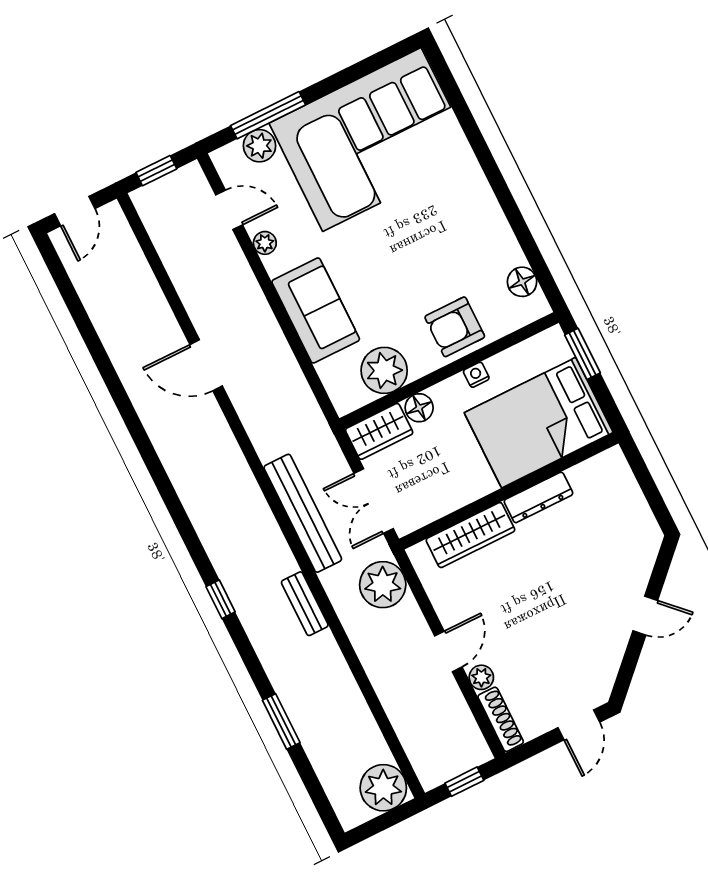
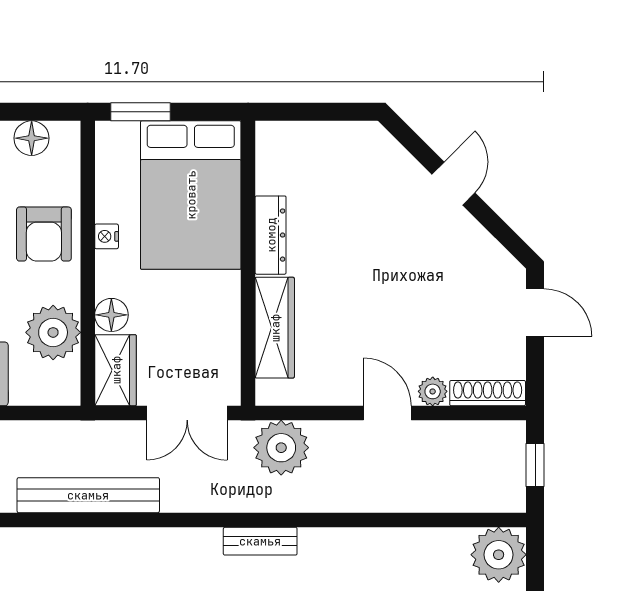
bench: (303, 513) -> (88, 495), moved

